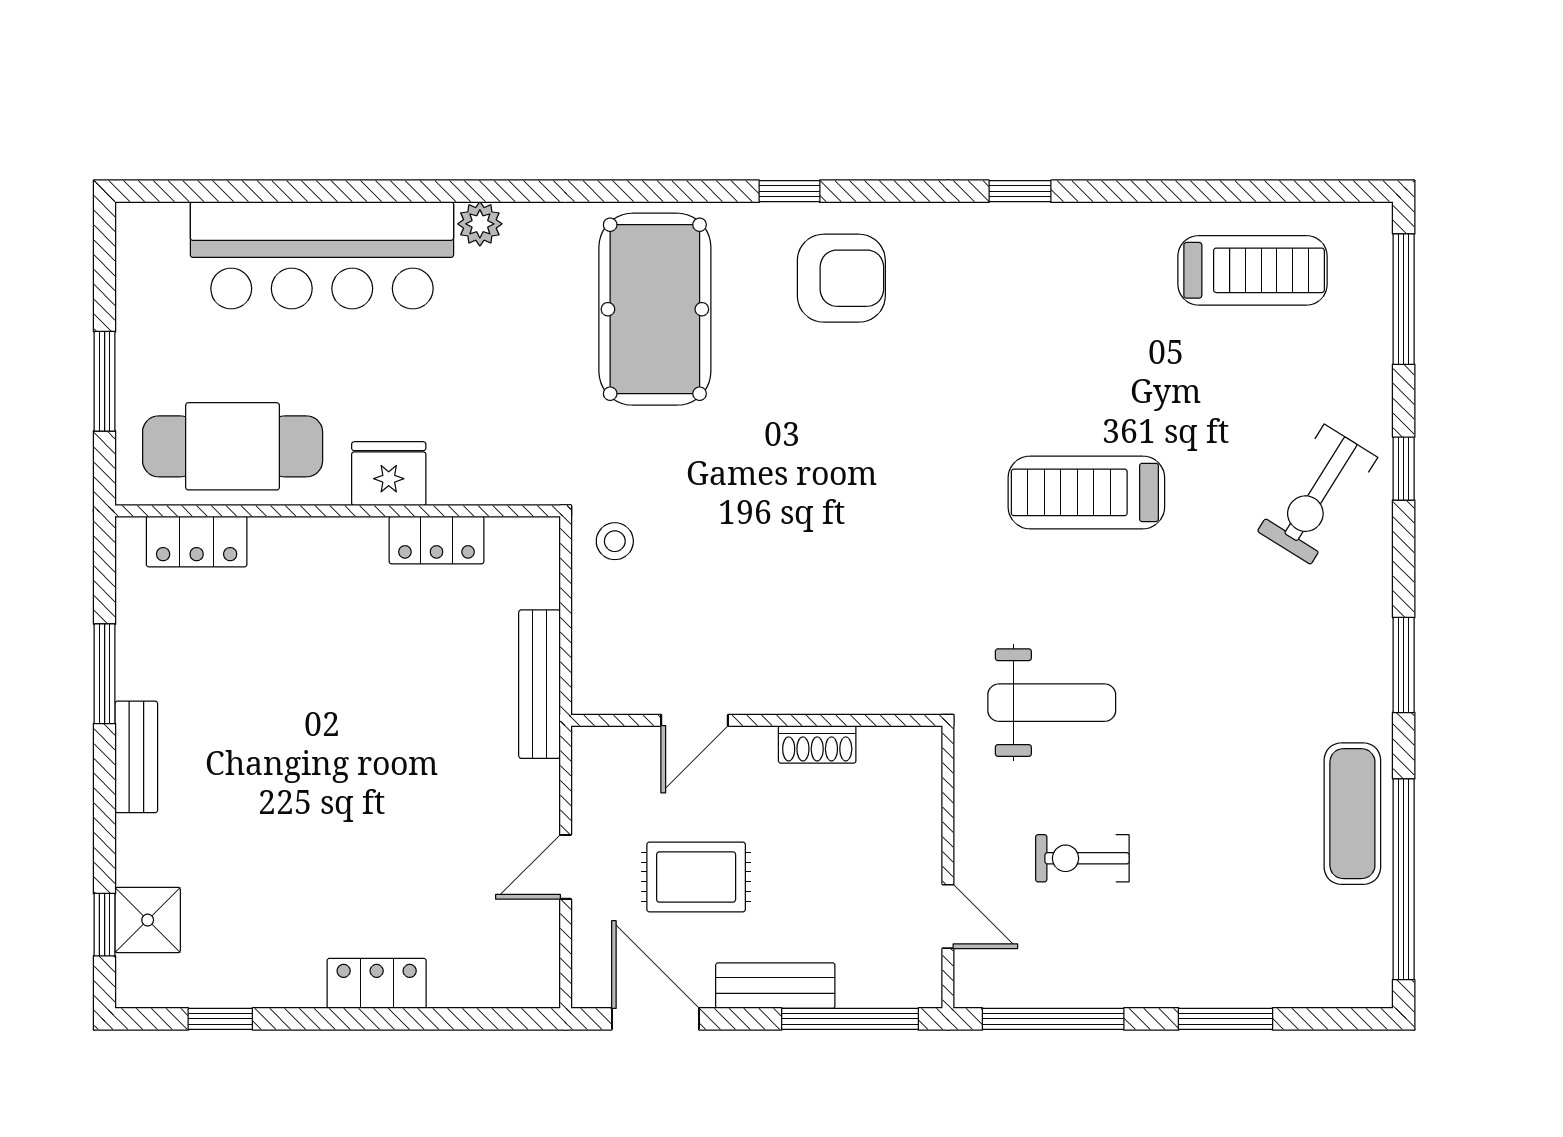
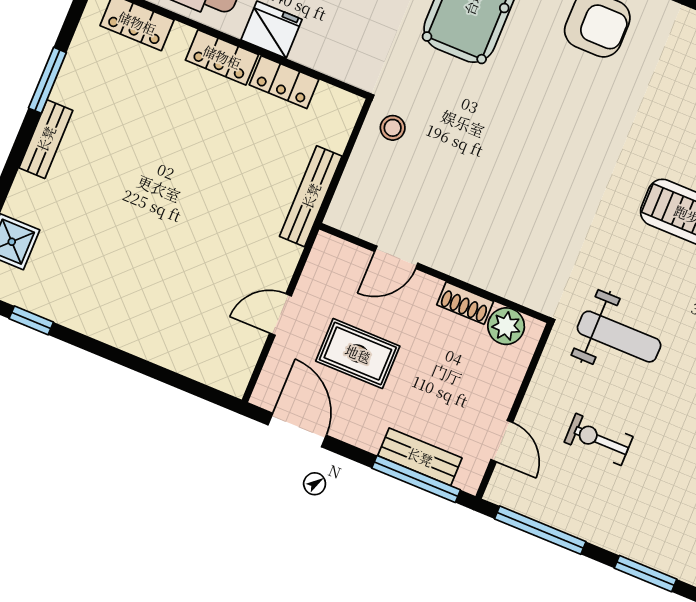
plant: (888, 753) -> (506, 326), added
locker: (377, 983) -> (222, 57), moved, turned 180
bench: (775, 986) -> (420, 457), moved

